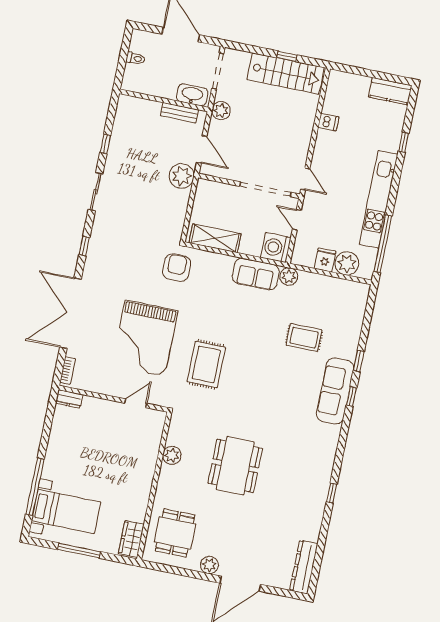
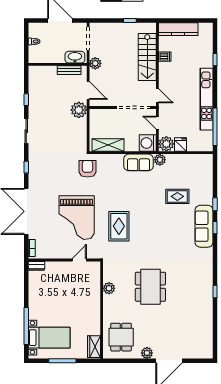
stairs: (286, 74) -> (147, 57), moved, turned 90
kitchen counter: (390, 91) -> (178, 29), moved, width x1.50
plant: (347, 263) -> (166, 144), moved
dresser: (304, 567) -> (207, 342), removed

